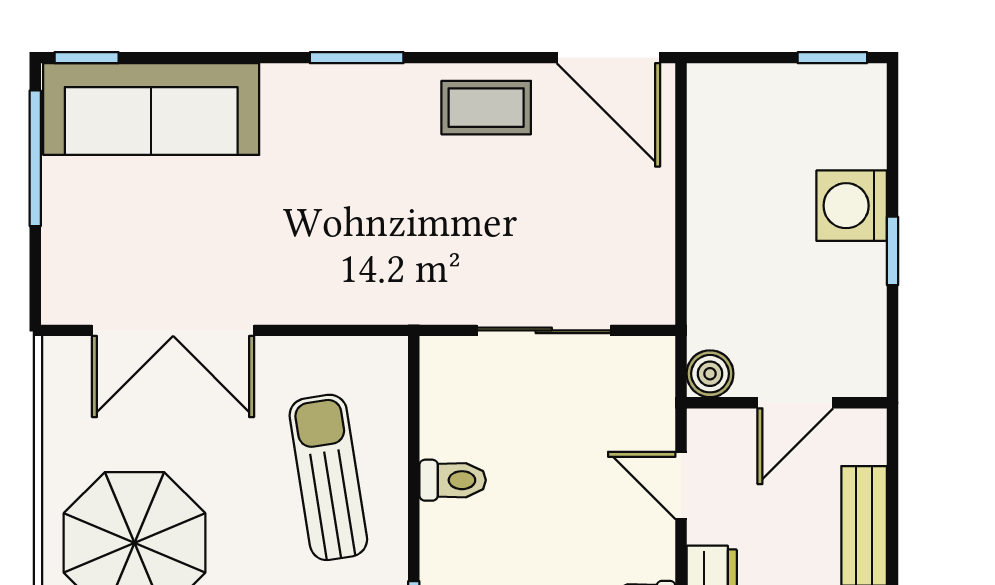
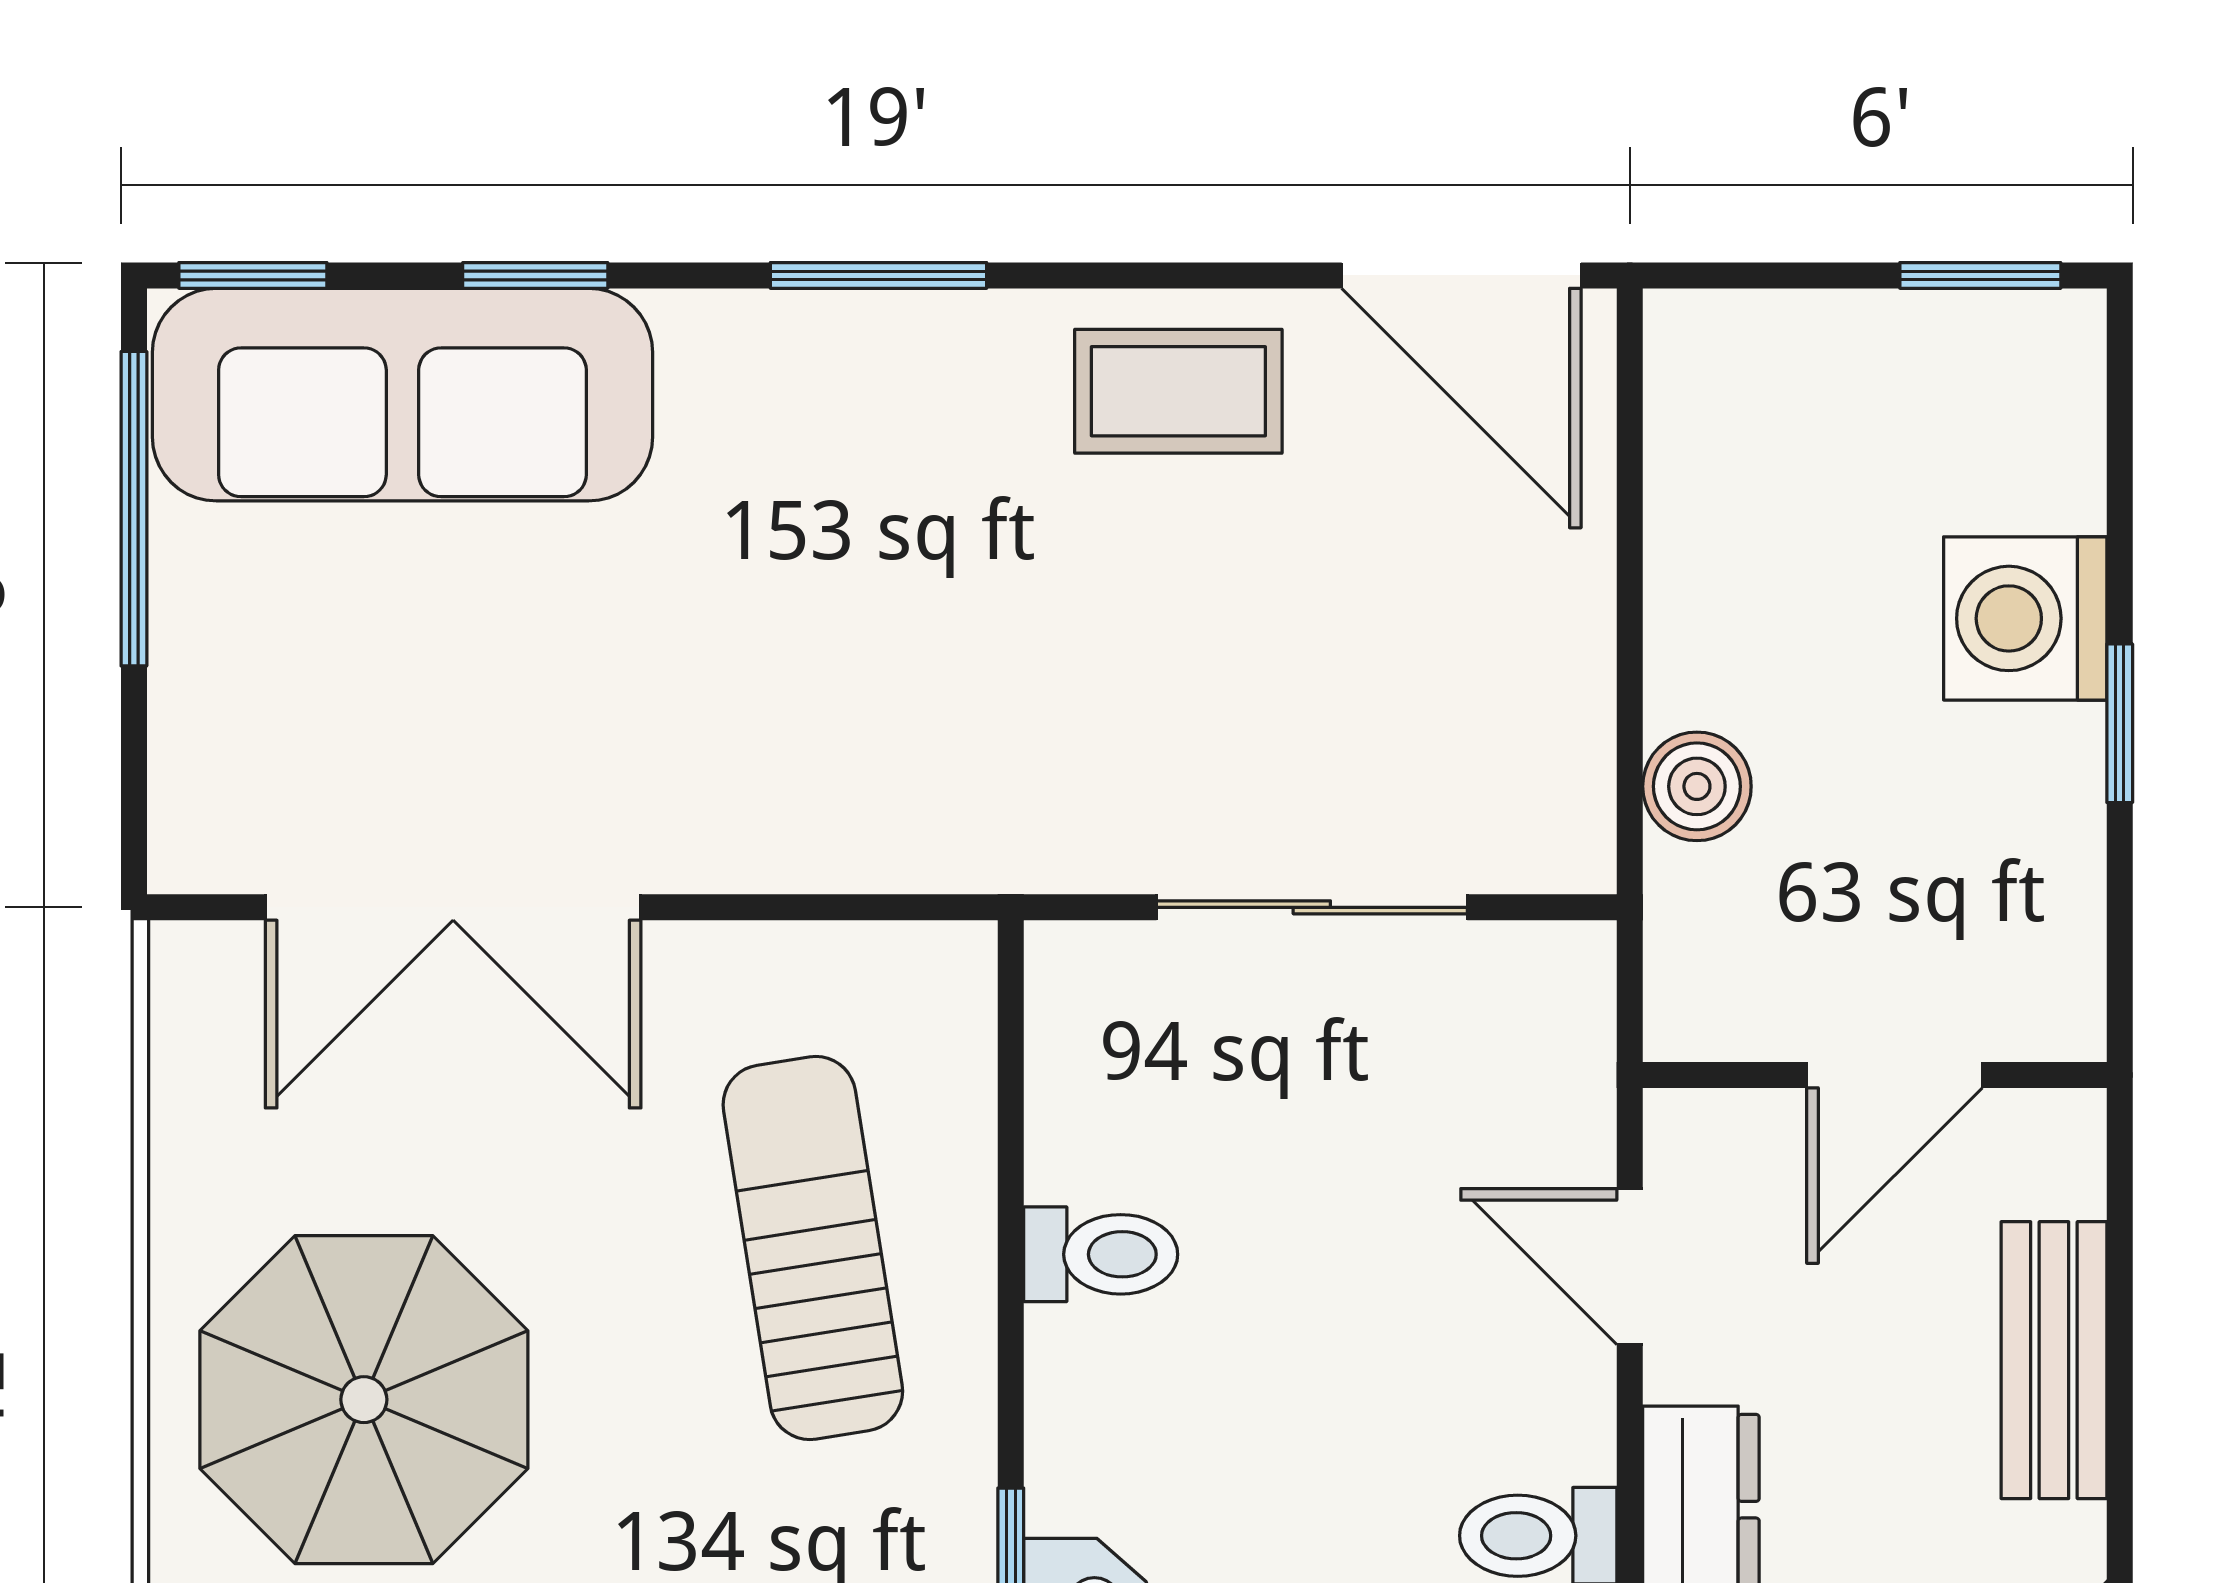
window: (208, 58) -> (535, 275), added
boiler: (710, 374) -> (1697, 786), moved

